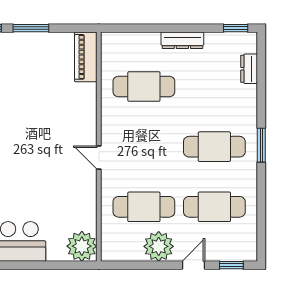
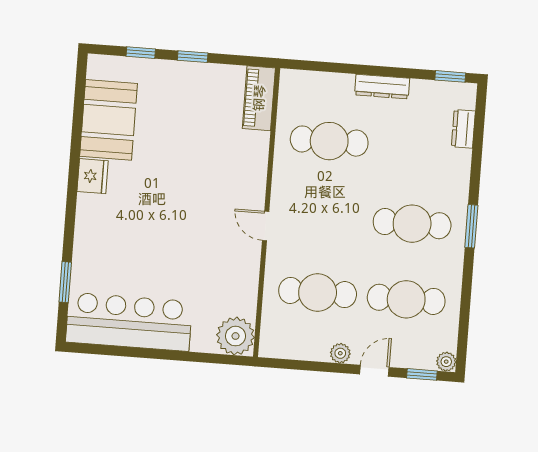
window: (31, 28) -> (193, 57), width x0.67
plant: (159, 246) -> (340, 353), width x0.53, depth x0.53
plant: (250, 254) -> (446, 362), added

